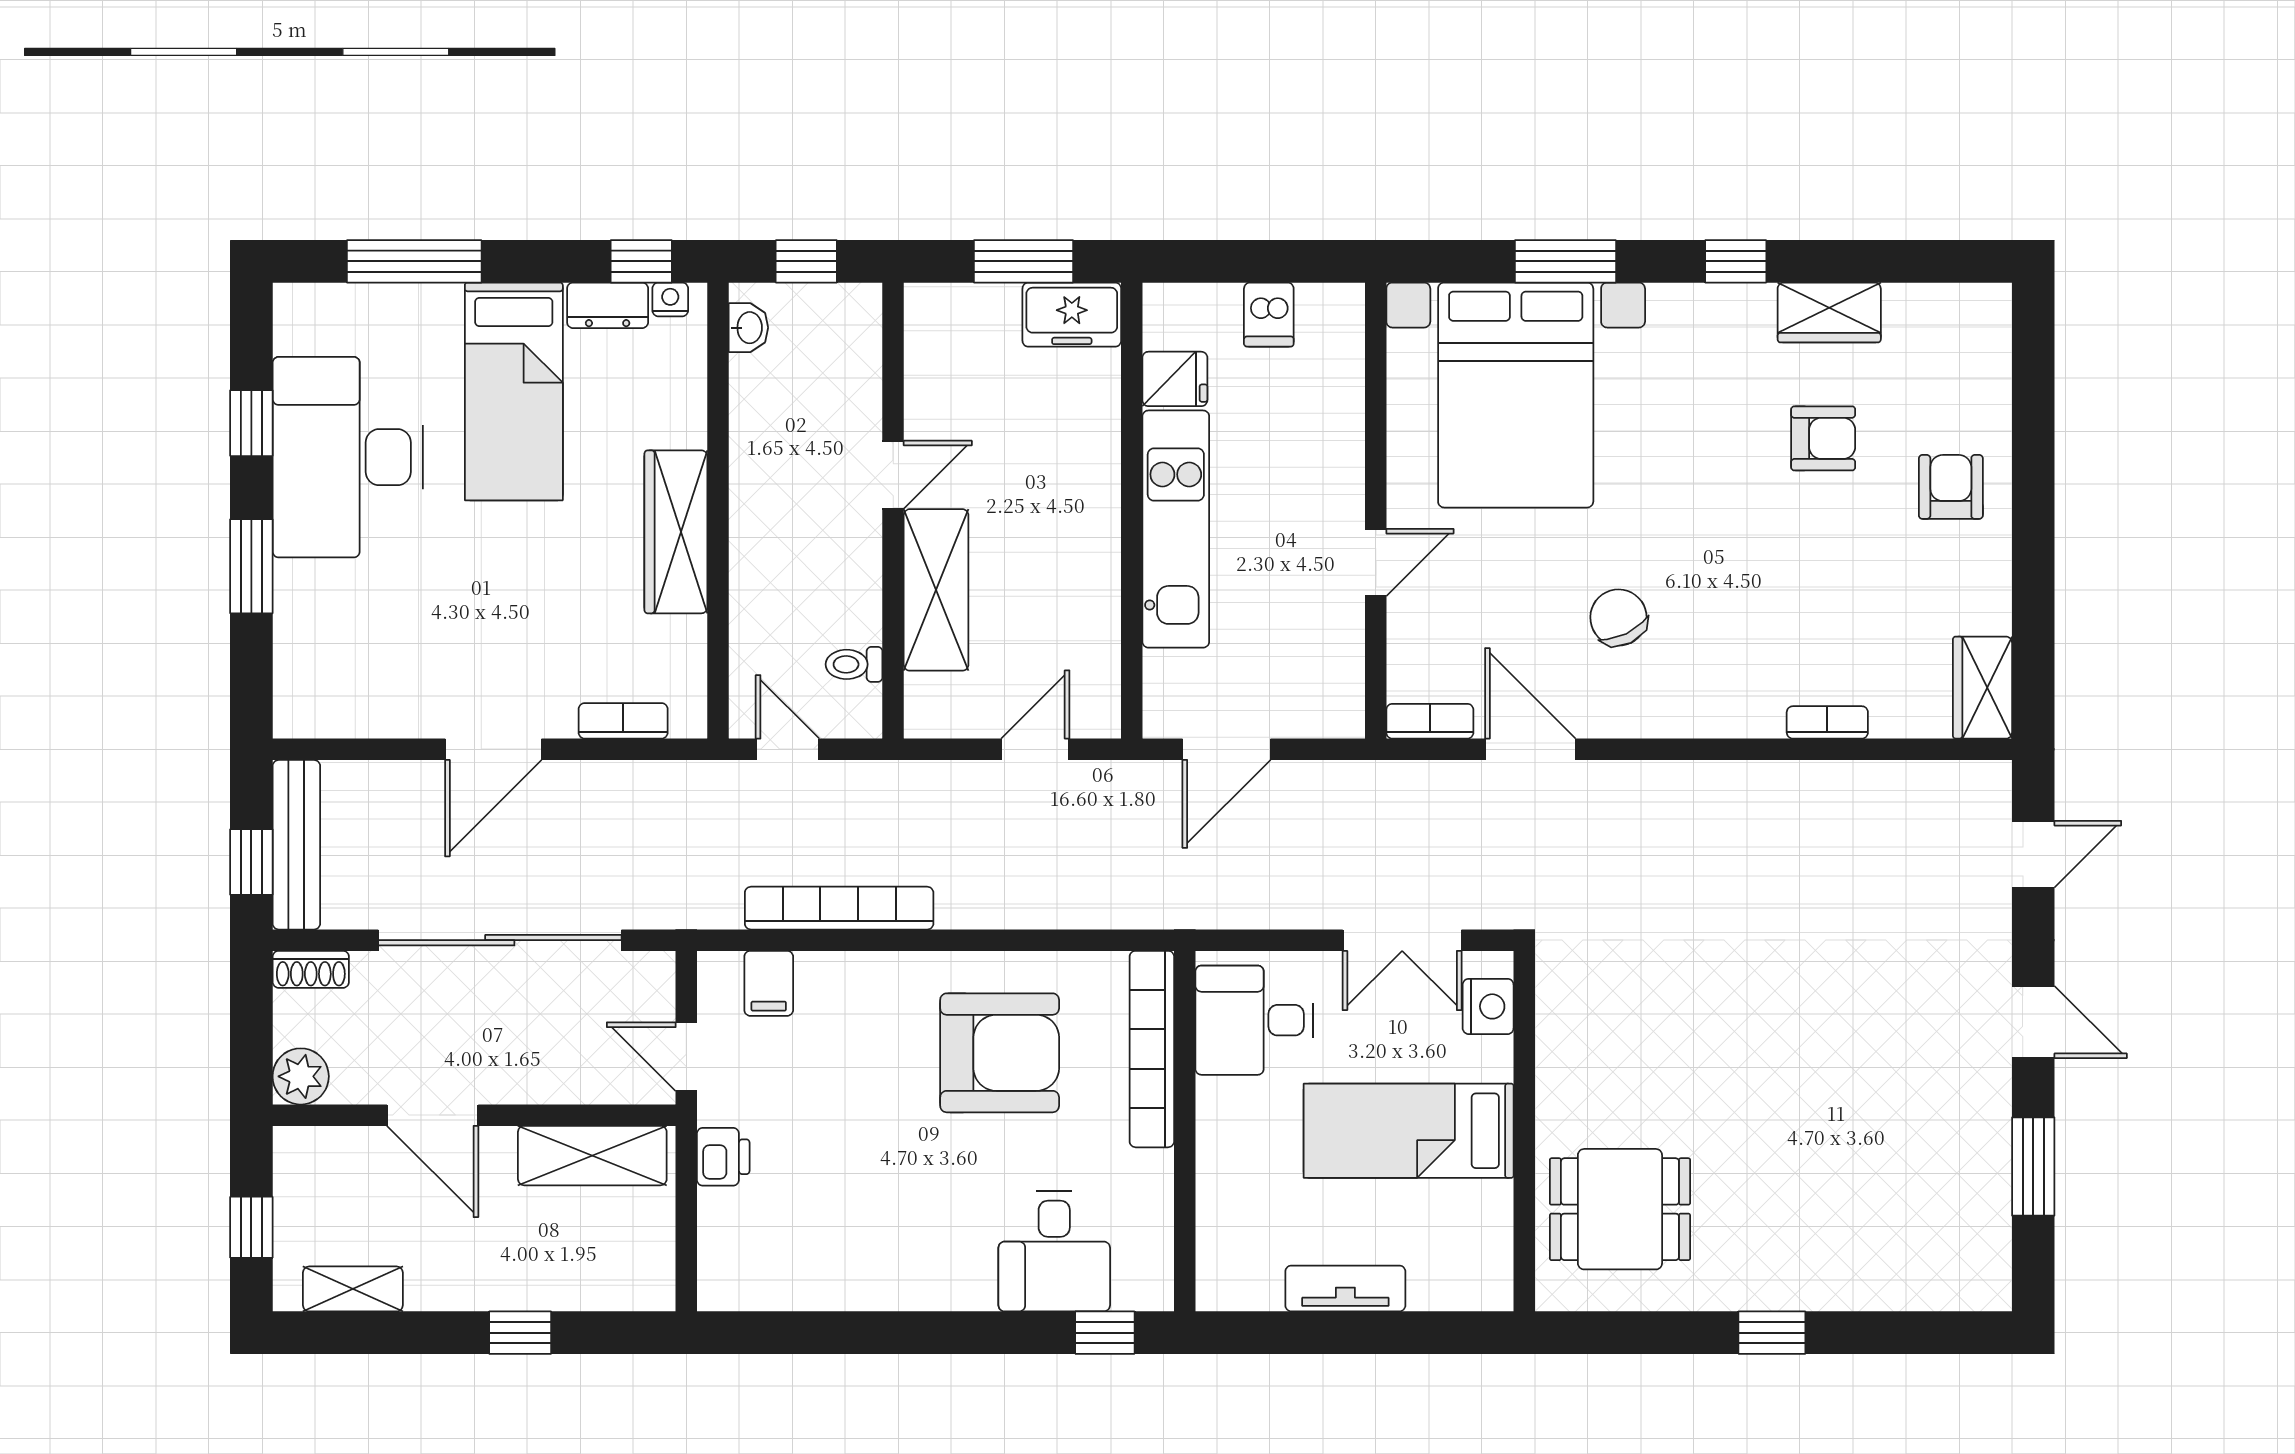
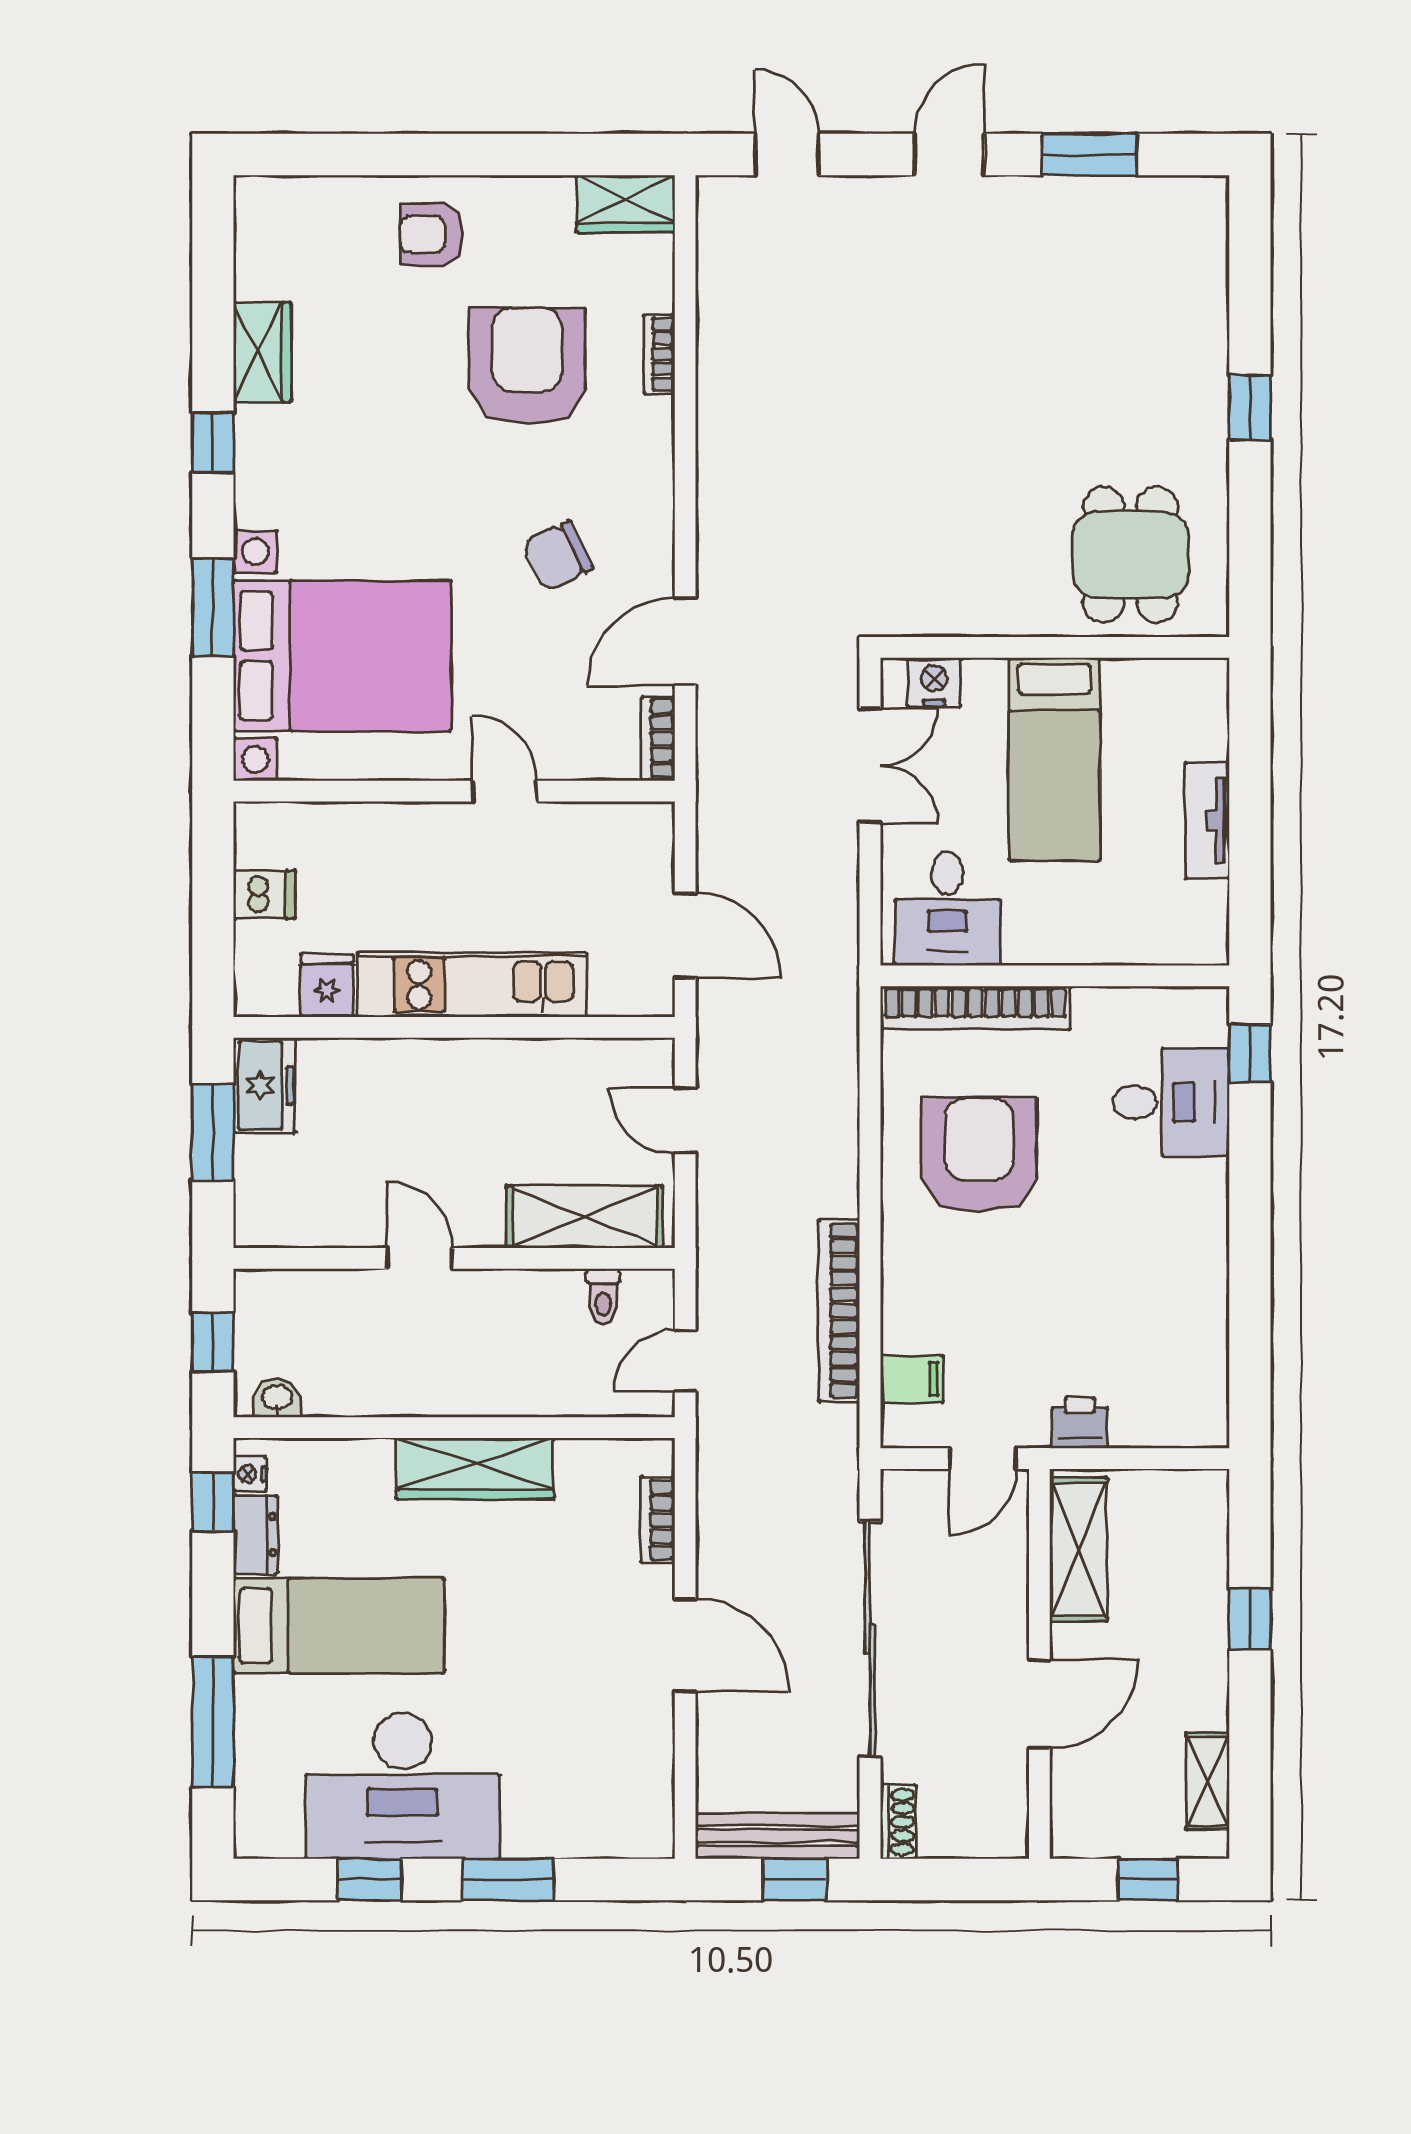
armchair: (1823, 438) -> (527, 366), moved, width x1.88, depth x1.88
shelving: (936, 590) -> (584, 1217), moved
plant: (301, 1076) -> (1002, 1832), removed

